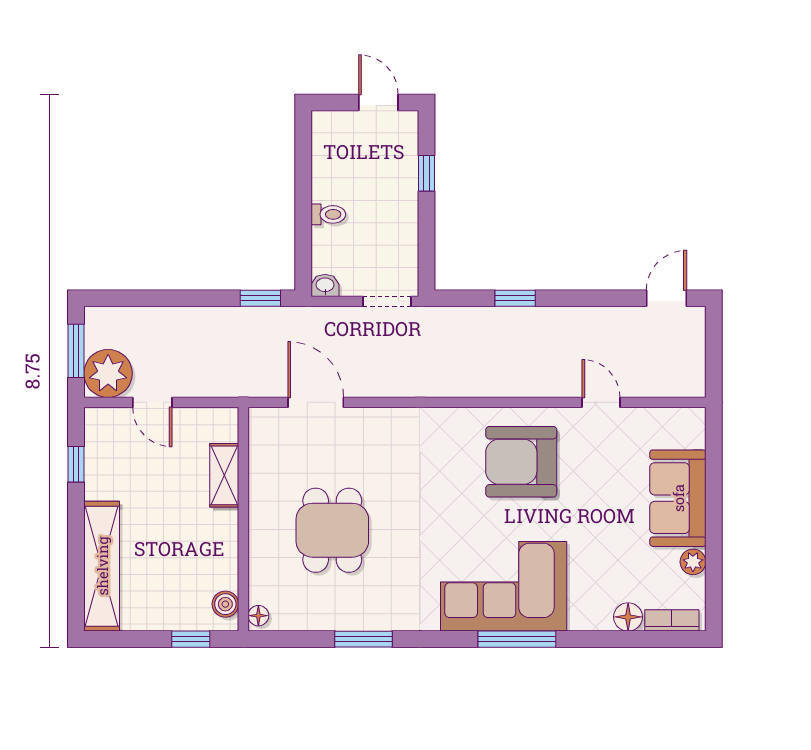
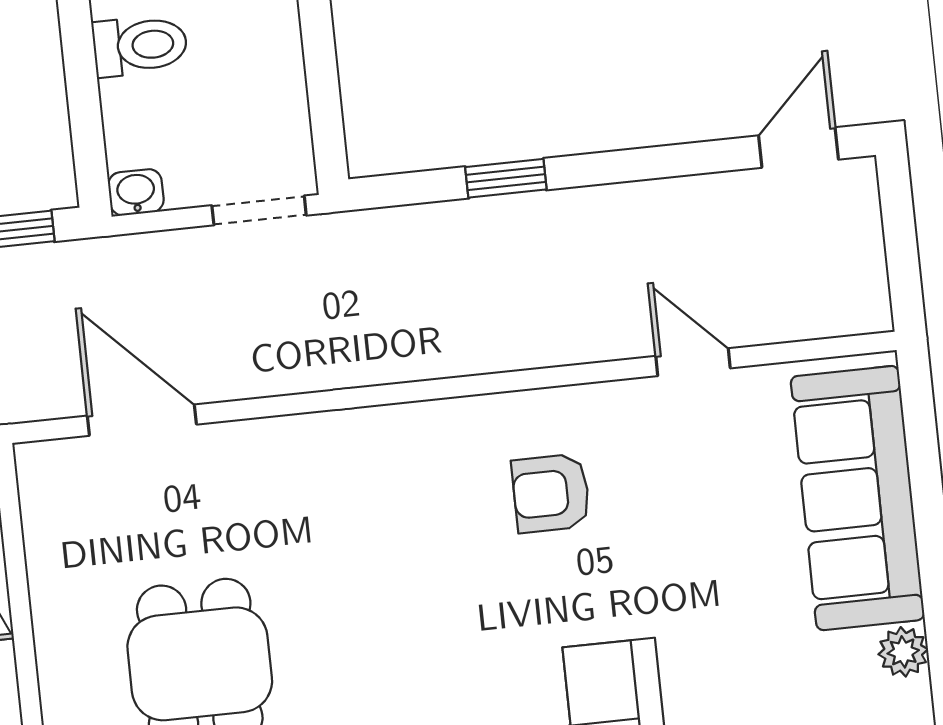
toilet: (328, 214) -> (140, 46), width x1.37, depth x1.39
armchair: (521, 462) -> (551, 493), width x0.53, depth x0.53
sofa: (678, 498) -> (858, 498), width x1.36

